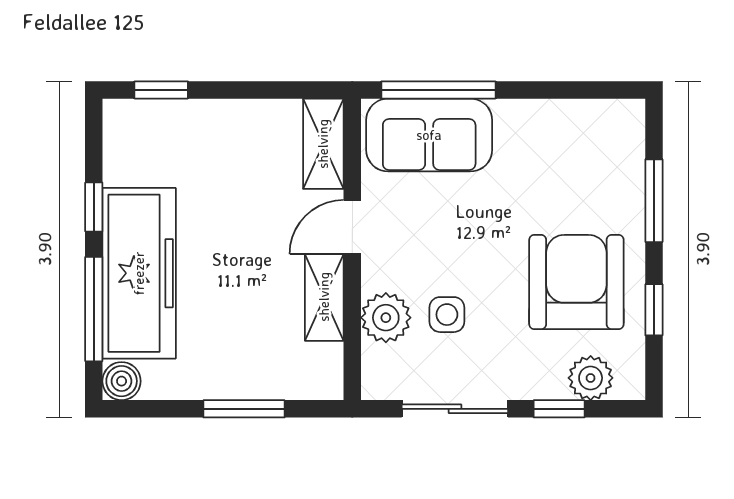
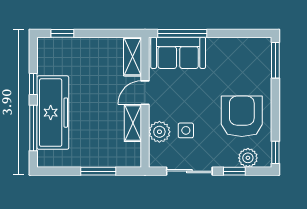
window: (654, 201) -> (275, 60), moved
window: (654, 310) -> (275, 152), moved
boiler: (122, 381) -> (45, 159), removed

